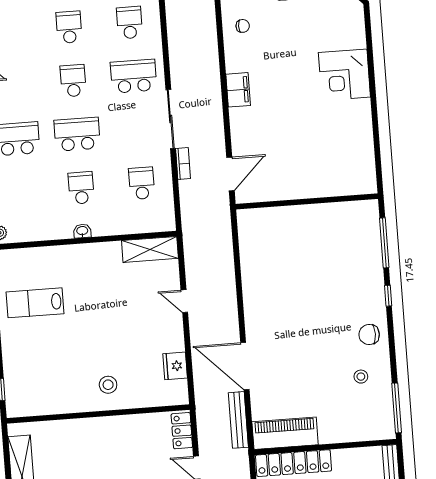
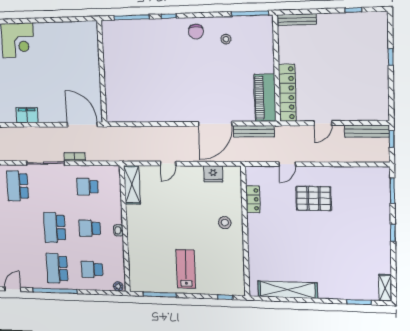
school desk: (73, 81) -> (92, 269), moved
door: (230, 174) -> (82, 125), width x1.36
lab bench: (35, 303) -> (186, 269), moved, turned 180
locker: (182, 431) -> (253, 199), moved, turned -90

